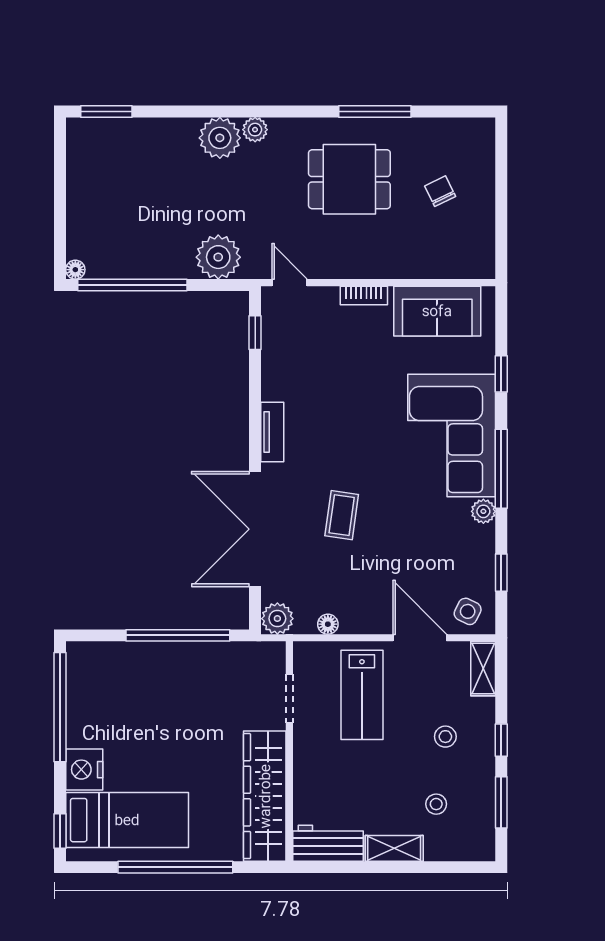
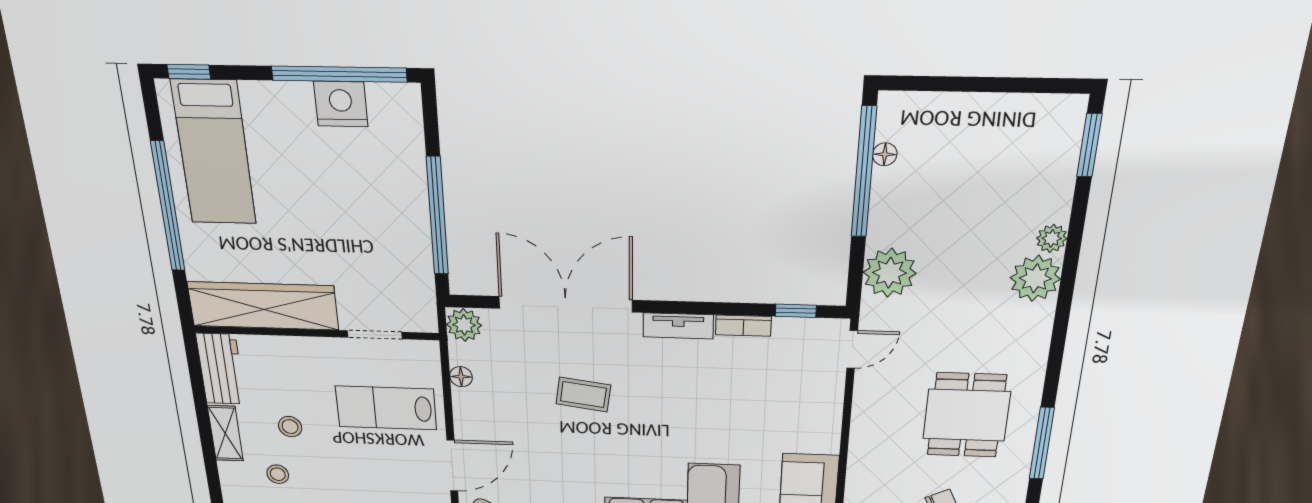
plant: (255, 130) -> (1052, 238), moved
floor lamp: (75, 270) -> (885, 154), moved
bookcase: (364, 296) -> (743, 326), moved, turned -90
stool: (445, 737) -> (290, 427), moved
nightstand: (84, 770) -> (341, 104), moved

